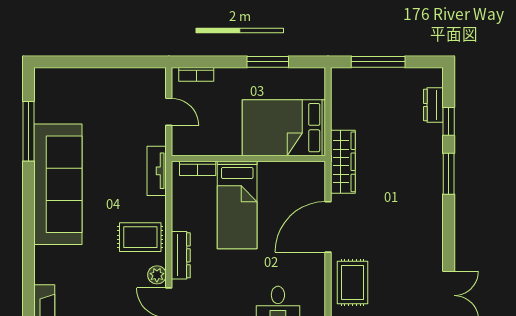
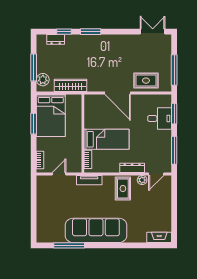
plant: (354, 80) -> (43, 80), added
bed: (284, 128) -> (51, 115), moved
wardrobe: (343, 162) -> (71, 85), moved

